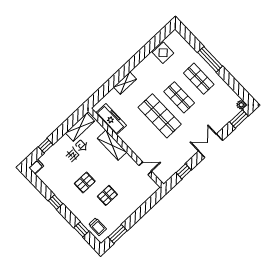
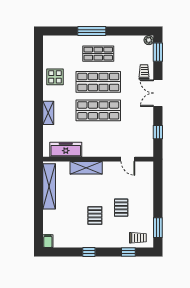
display table: (163, 53) -> (55, 77), moved
shop shelf: (179, 97) -> (98, 82), width x1.43, depth x1.36
trolley: (216, 122) -> (144, 72), added
shelving: (80, 127) -> (49, 186), width x1.47
window: (46, 146) -> (39, 219), removed
door: (145, 168) -> (128, 159), swing flipped

